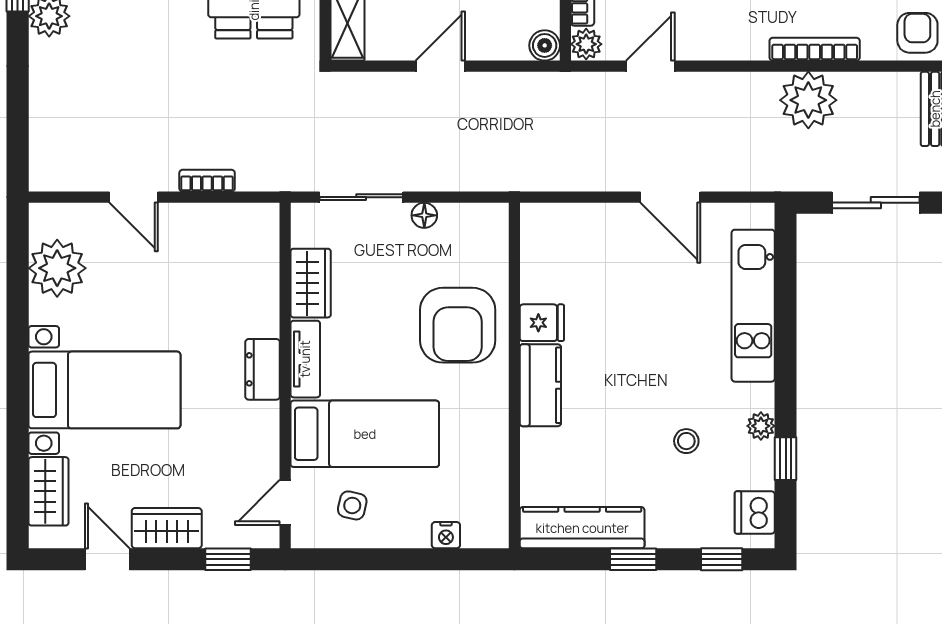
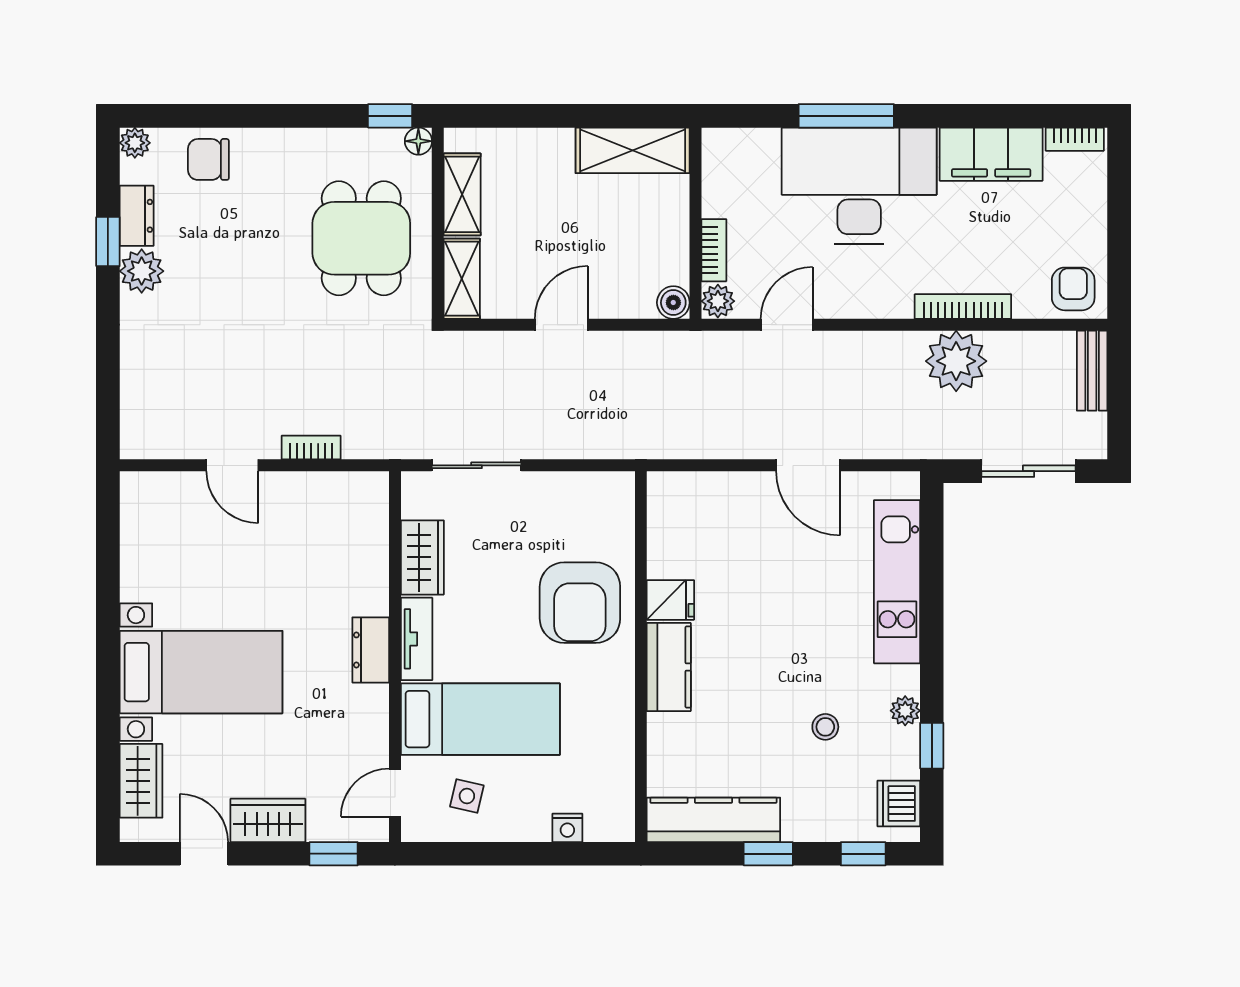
floor lamp: (424, 215) -> (544, 485), removed
plant: (57, 268) -> (150, 541), removed

